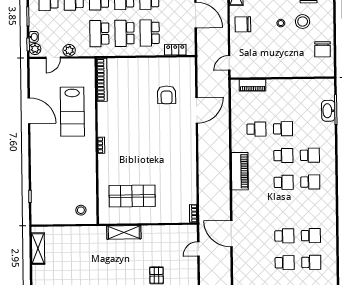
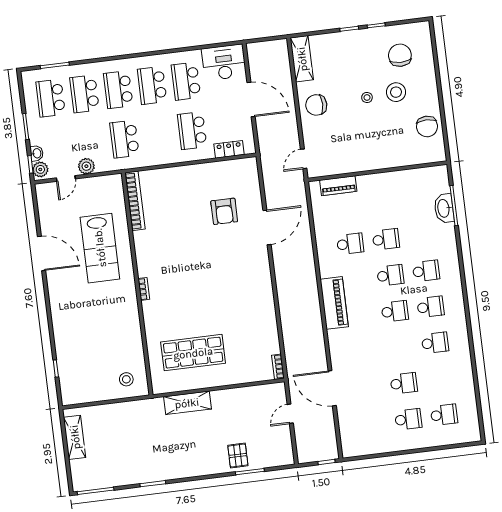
school desk: (124, 33) -> (158, 135), removed
school desk: (311, 236) -> (435, 343), moved

